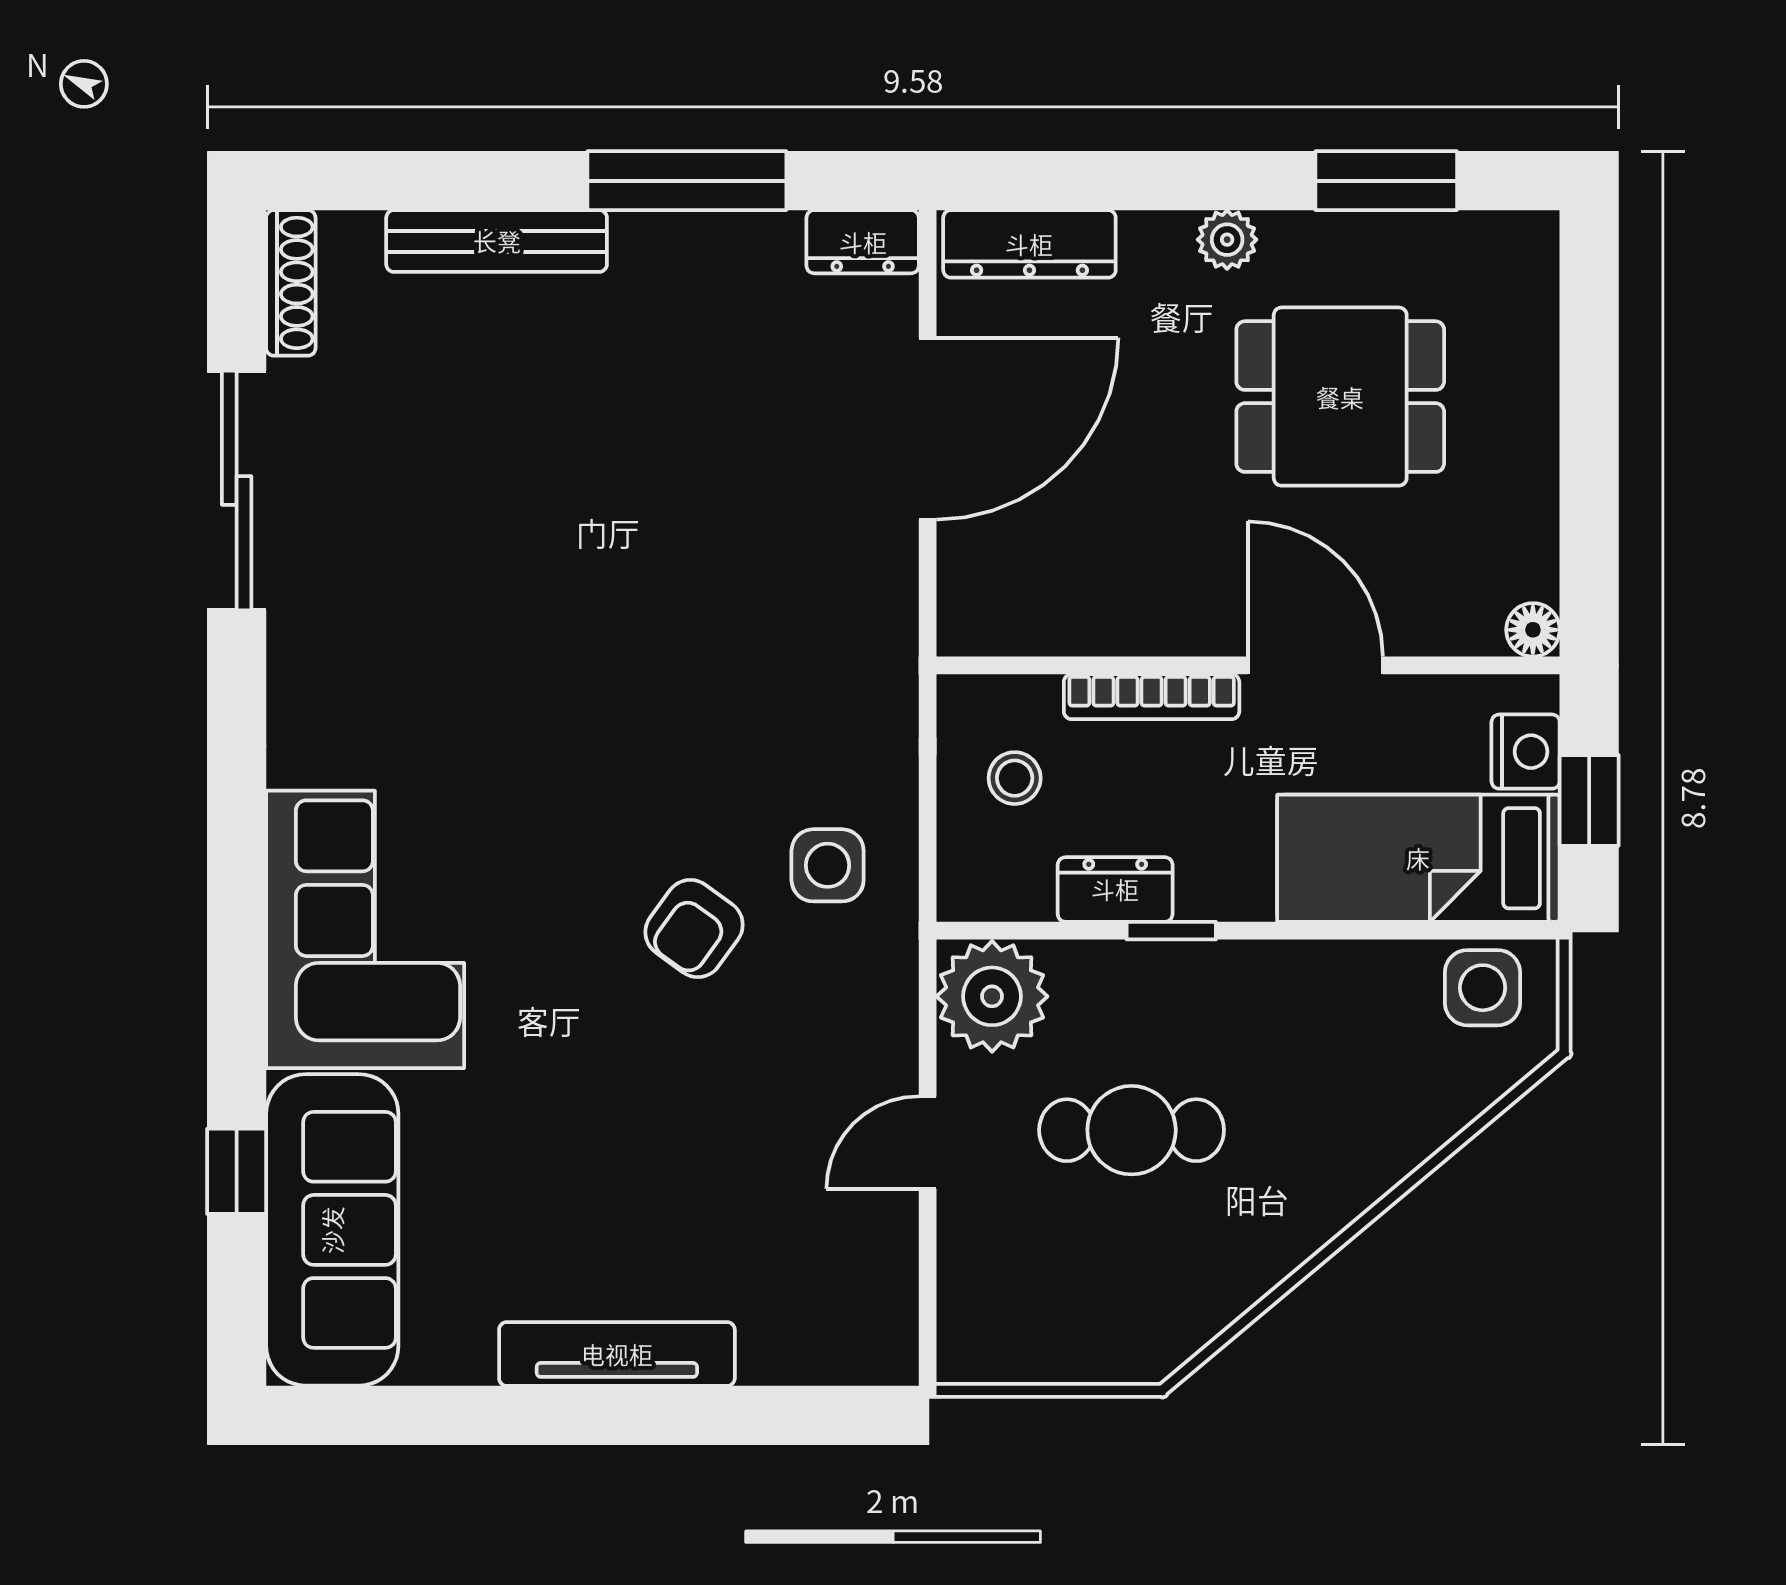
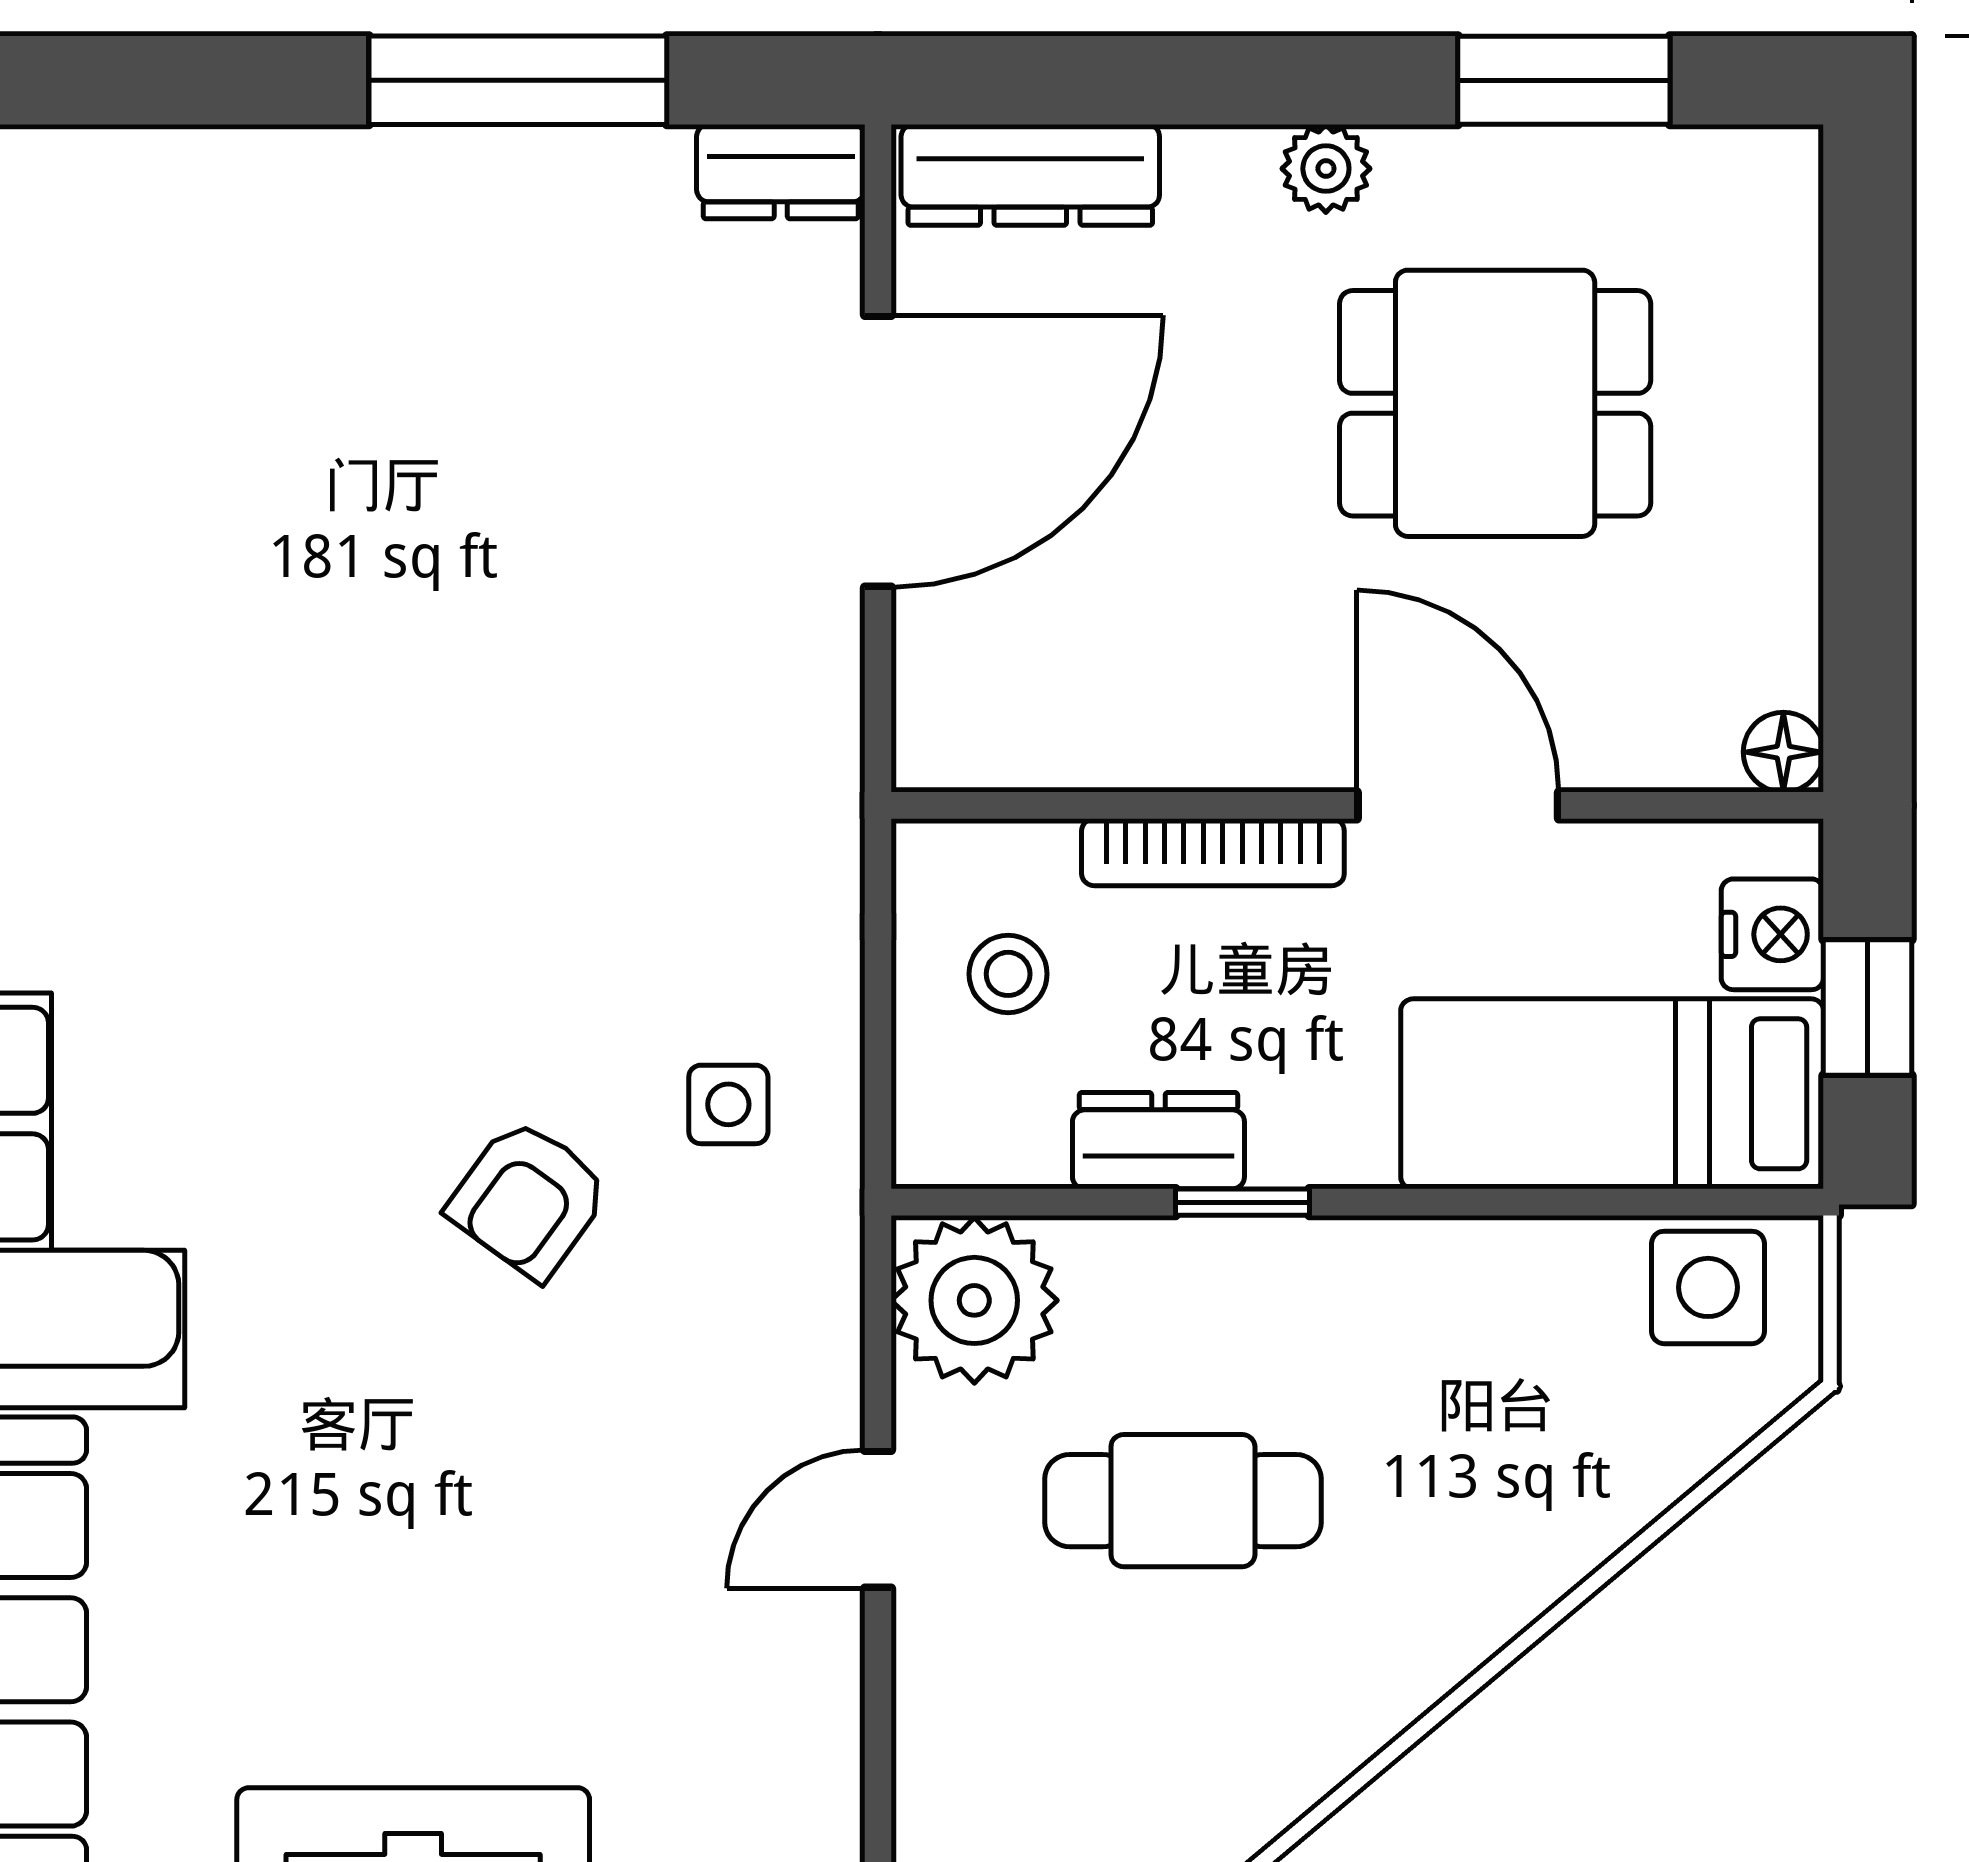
bench: (497, 241) -> (233, 171), removed
side table: (828, 865) -> (728, 1104), width x0.73, depth x0.73

